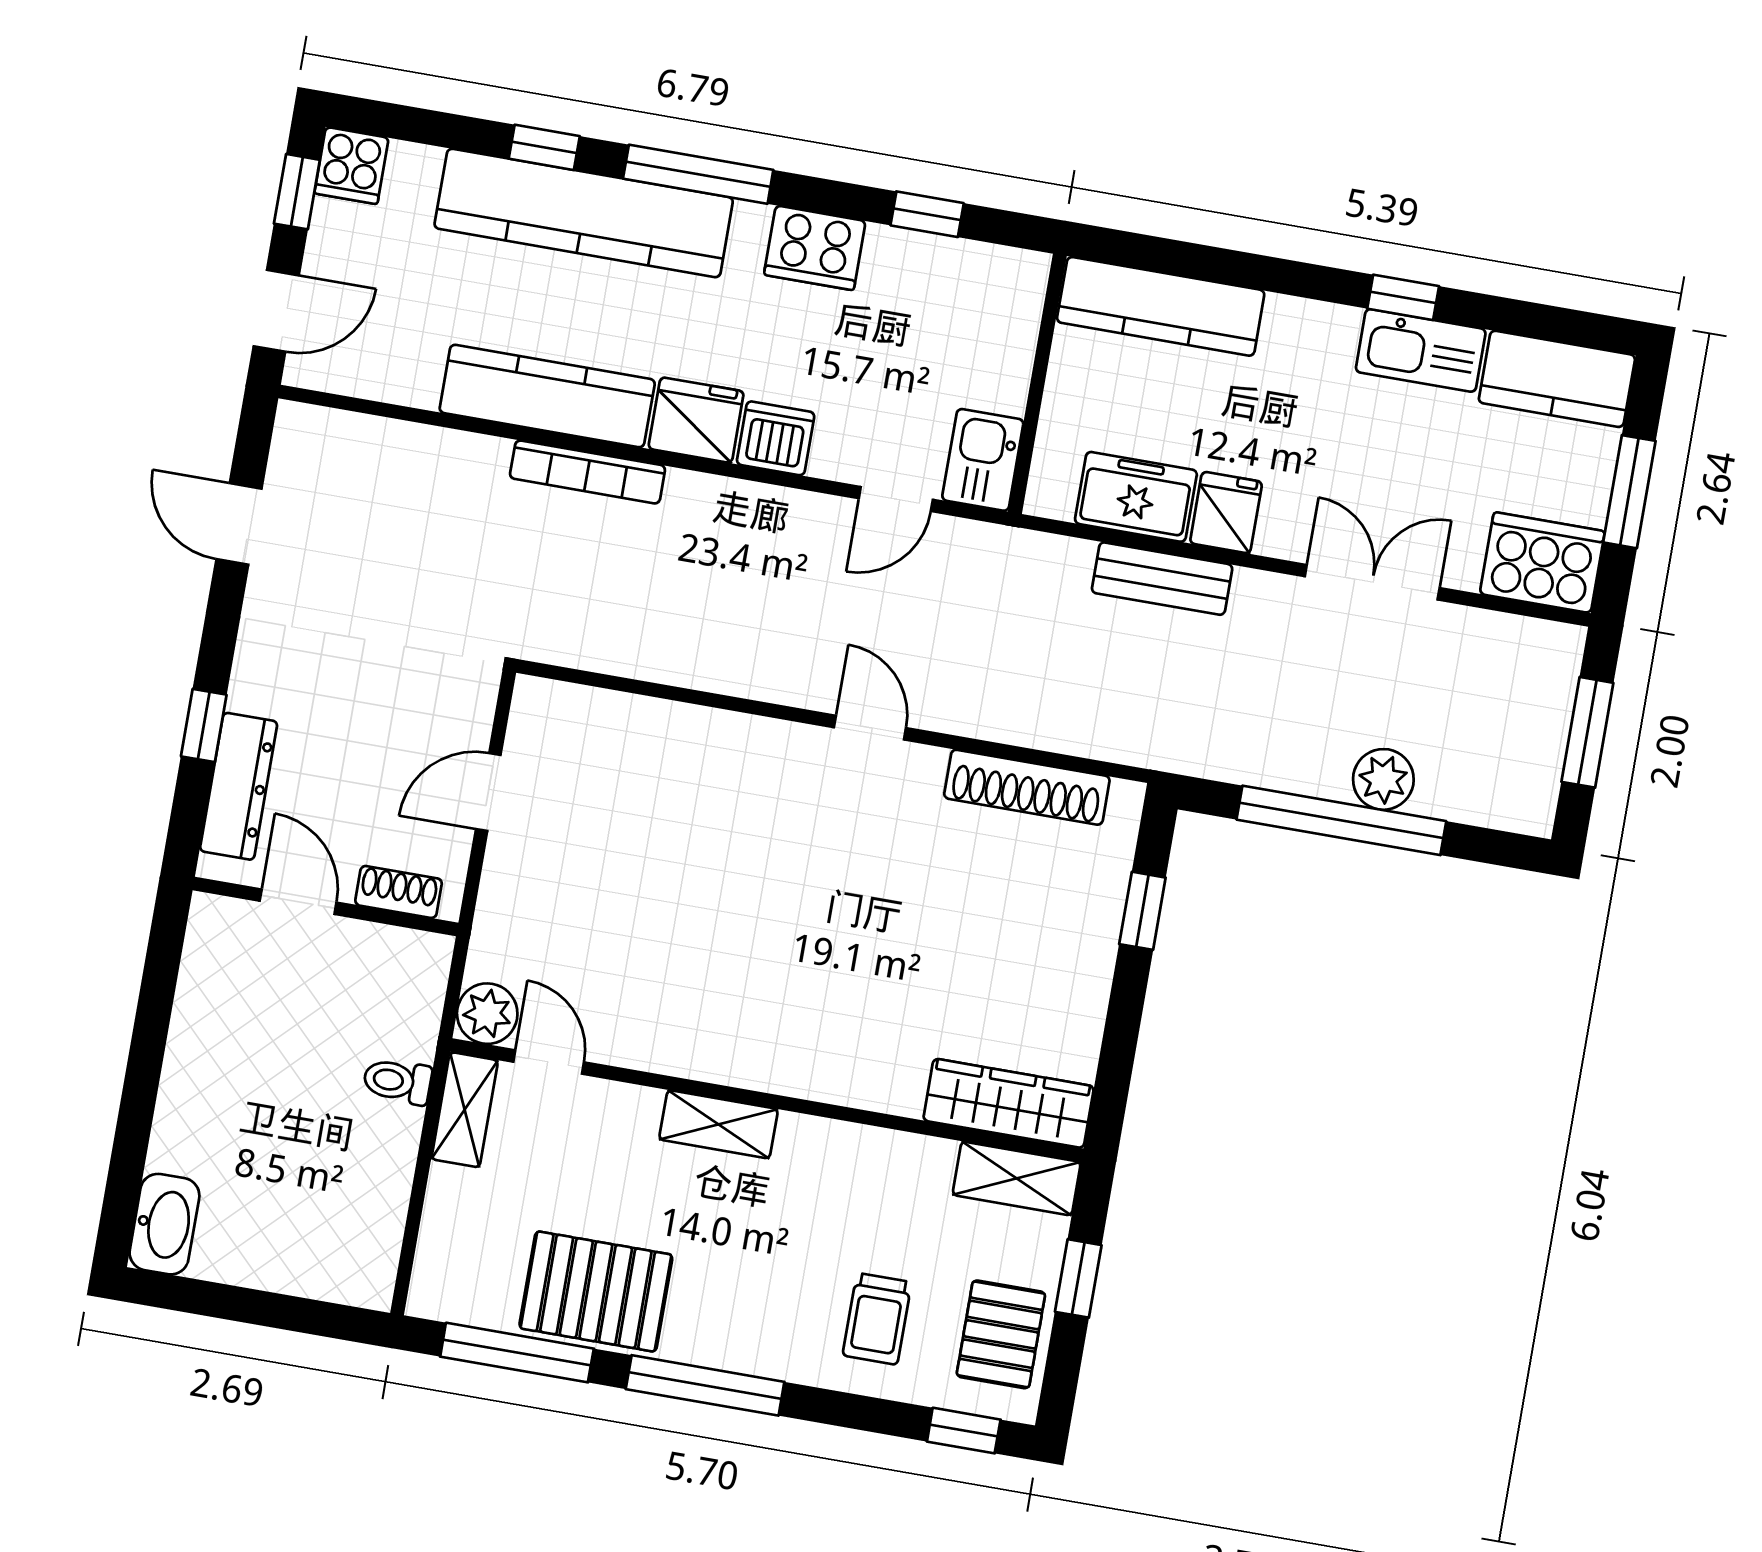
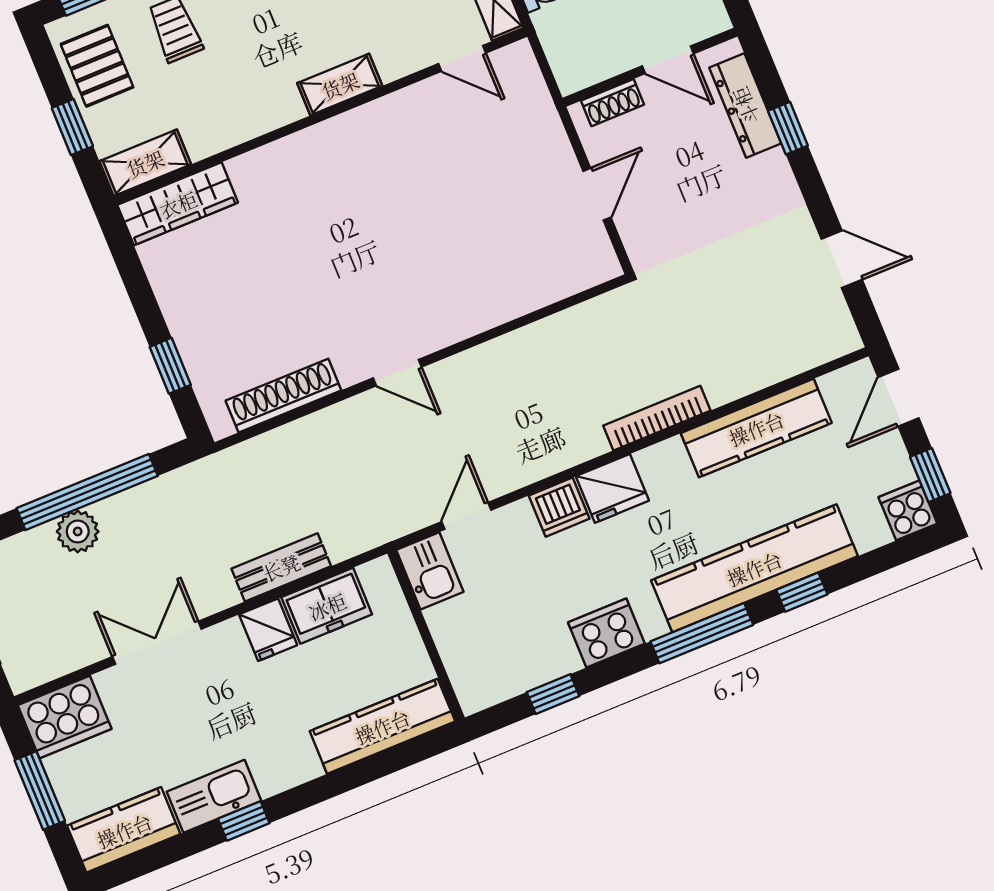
kitchen counter: (547, 396) -> (756, 428), moved
double door: (1372, 582) -> (157, 643), swing flipped
plant: (487, 1014) -> (516, 64), removed

